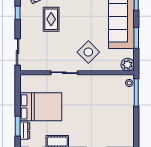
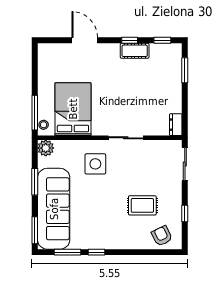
rug: (51, 19) -> (142, 205), turned 90
side table: (88, 52) -> (95, 164), turned 45
bed: (41, 107) -> (73, 109), moved, turned 90
dresser: (25, 131) -> (176, 125), moved

